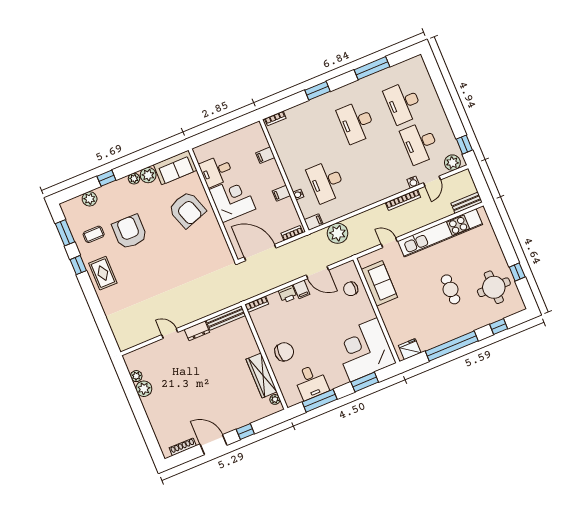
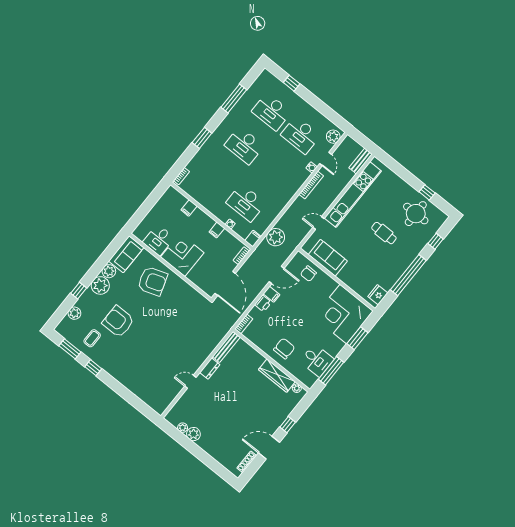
window: (464, 145) -> (292, 83), moved
plant: (134, 179) -> (100, 285), width x1.88, depth x1.88
door: (260, 252) -> (225, 283), swing flipped
rug: (103, 273) -> (115, 364), removed

